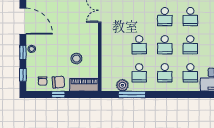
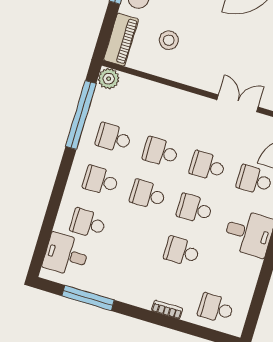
school desk: (190, 45) -> (207, 166), moved
plant: (122, 85) -> (109, 79), moved
window: (132, 95) -> (81, 115), width x1.46

